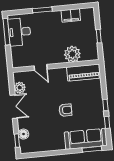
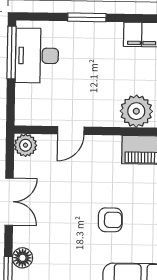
door: (41, 67) -> (71, 130), hinge flipped
plant: (20, 88) -> (25, 145), moved

